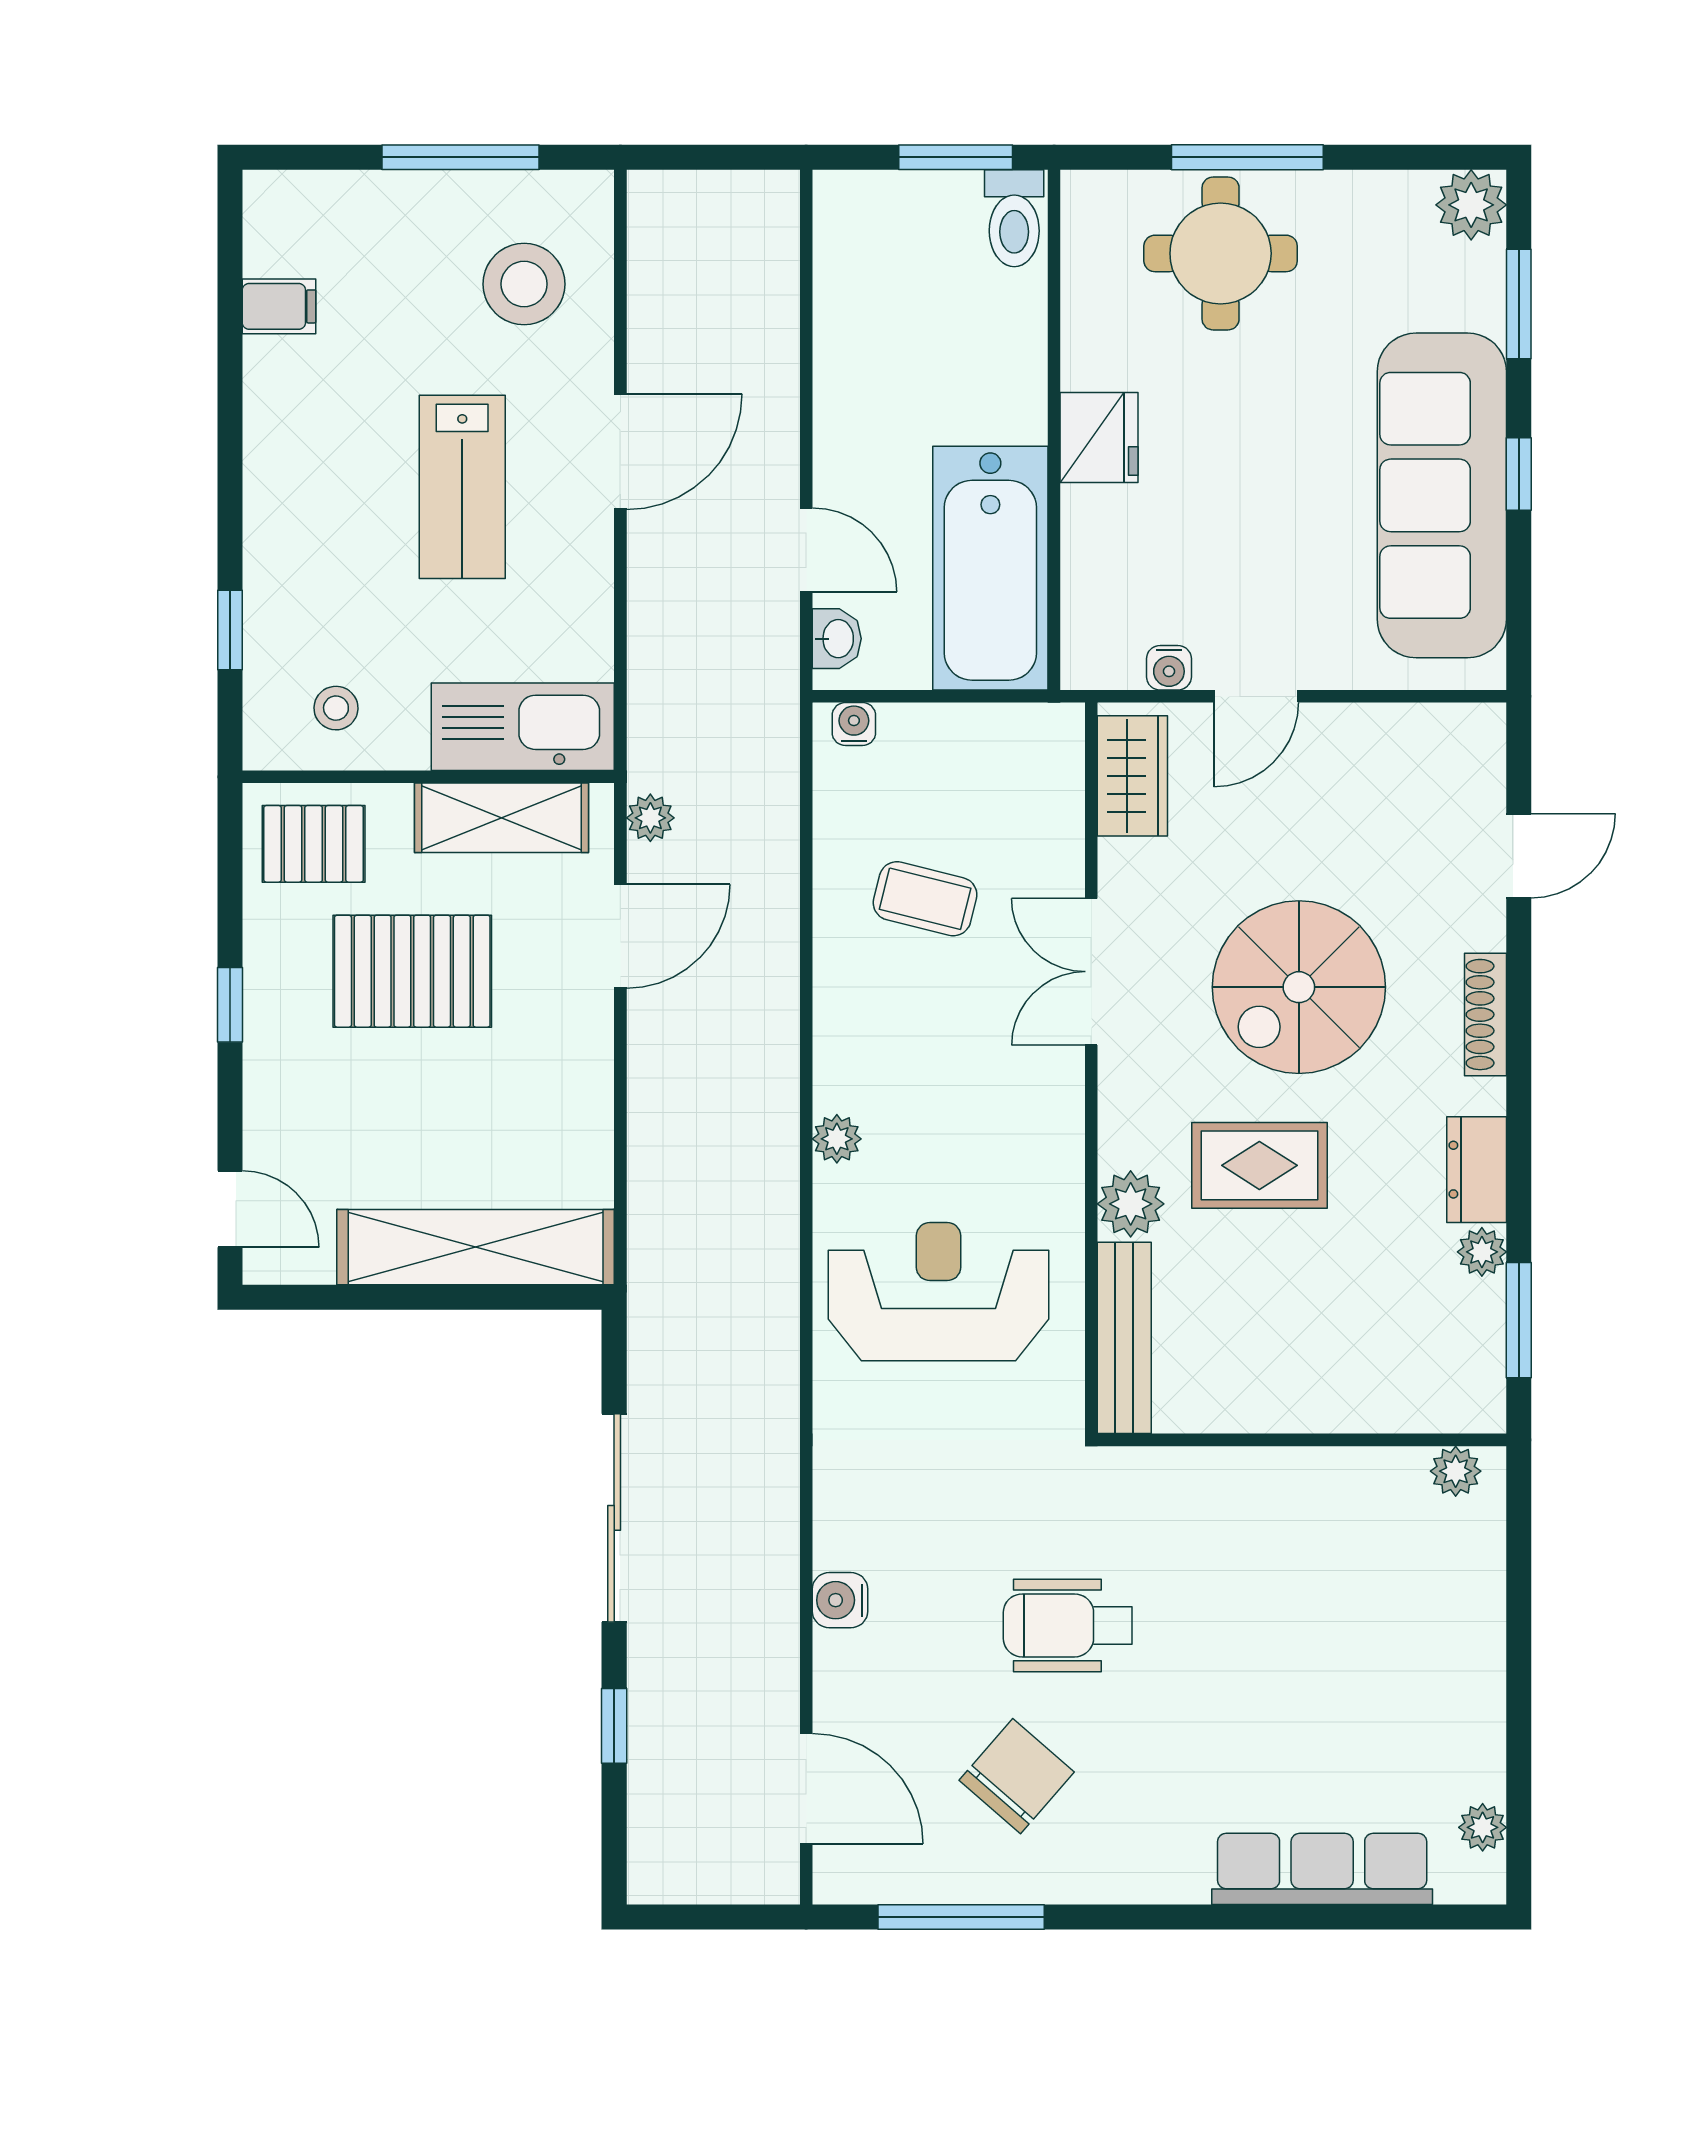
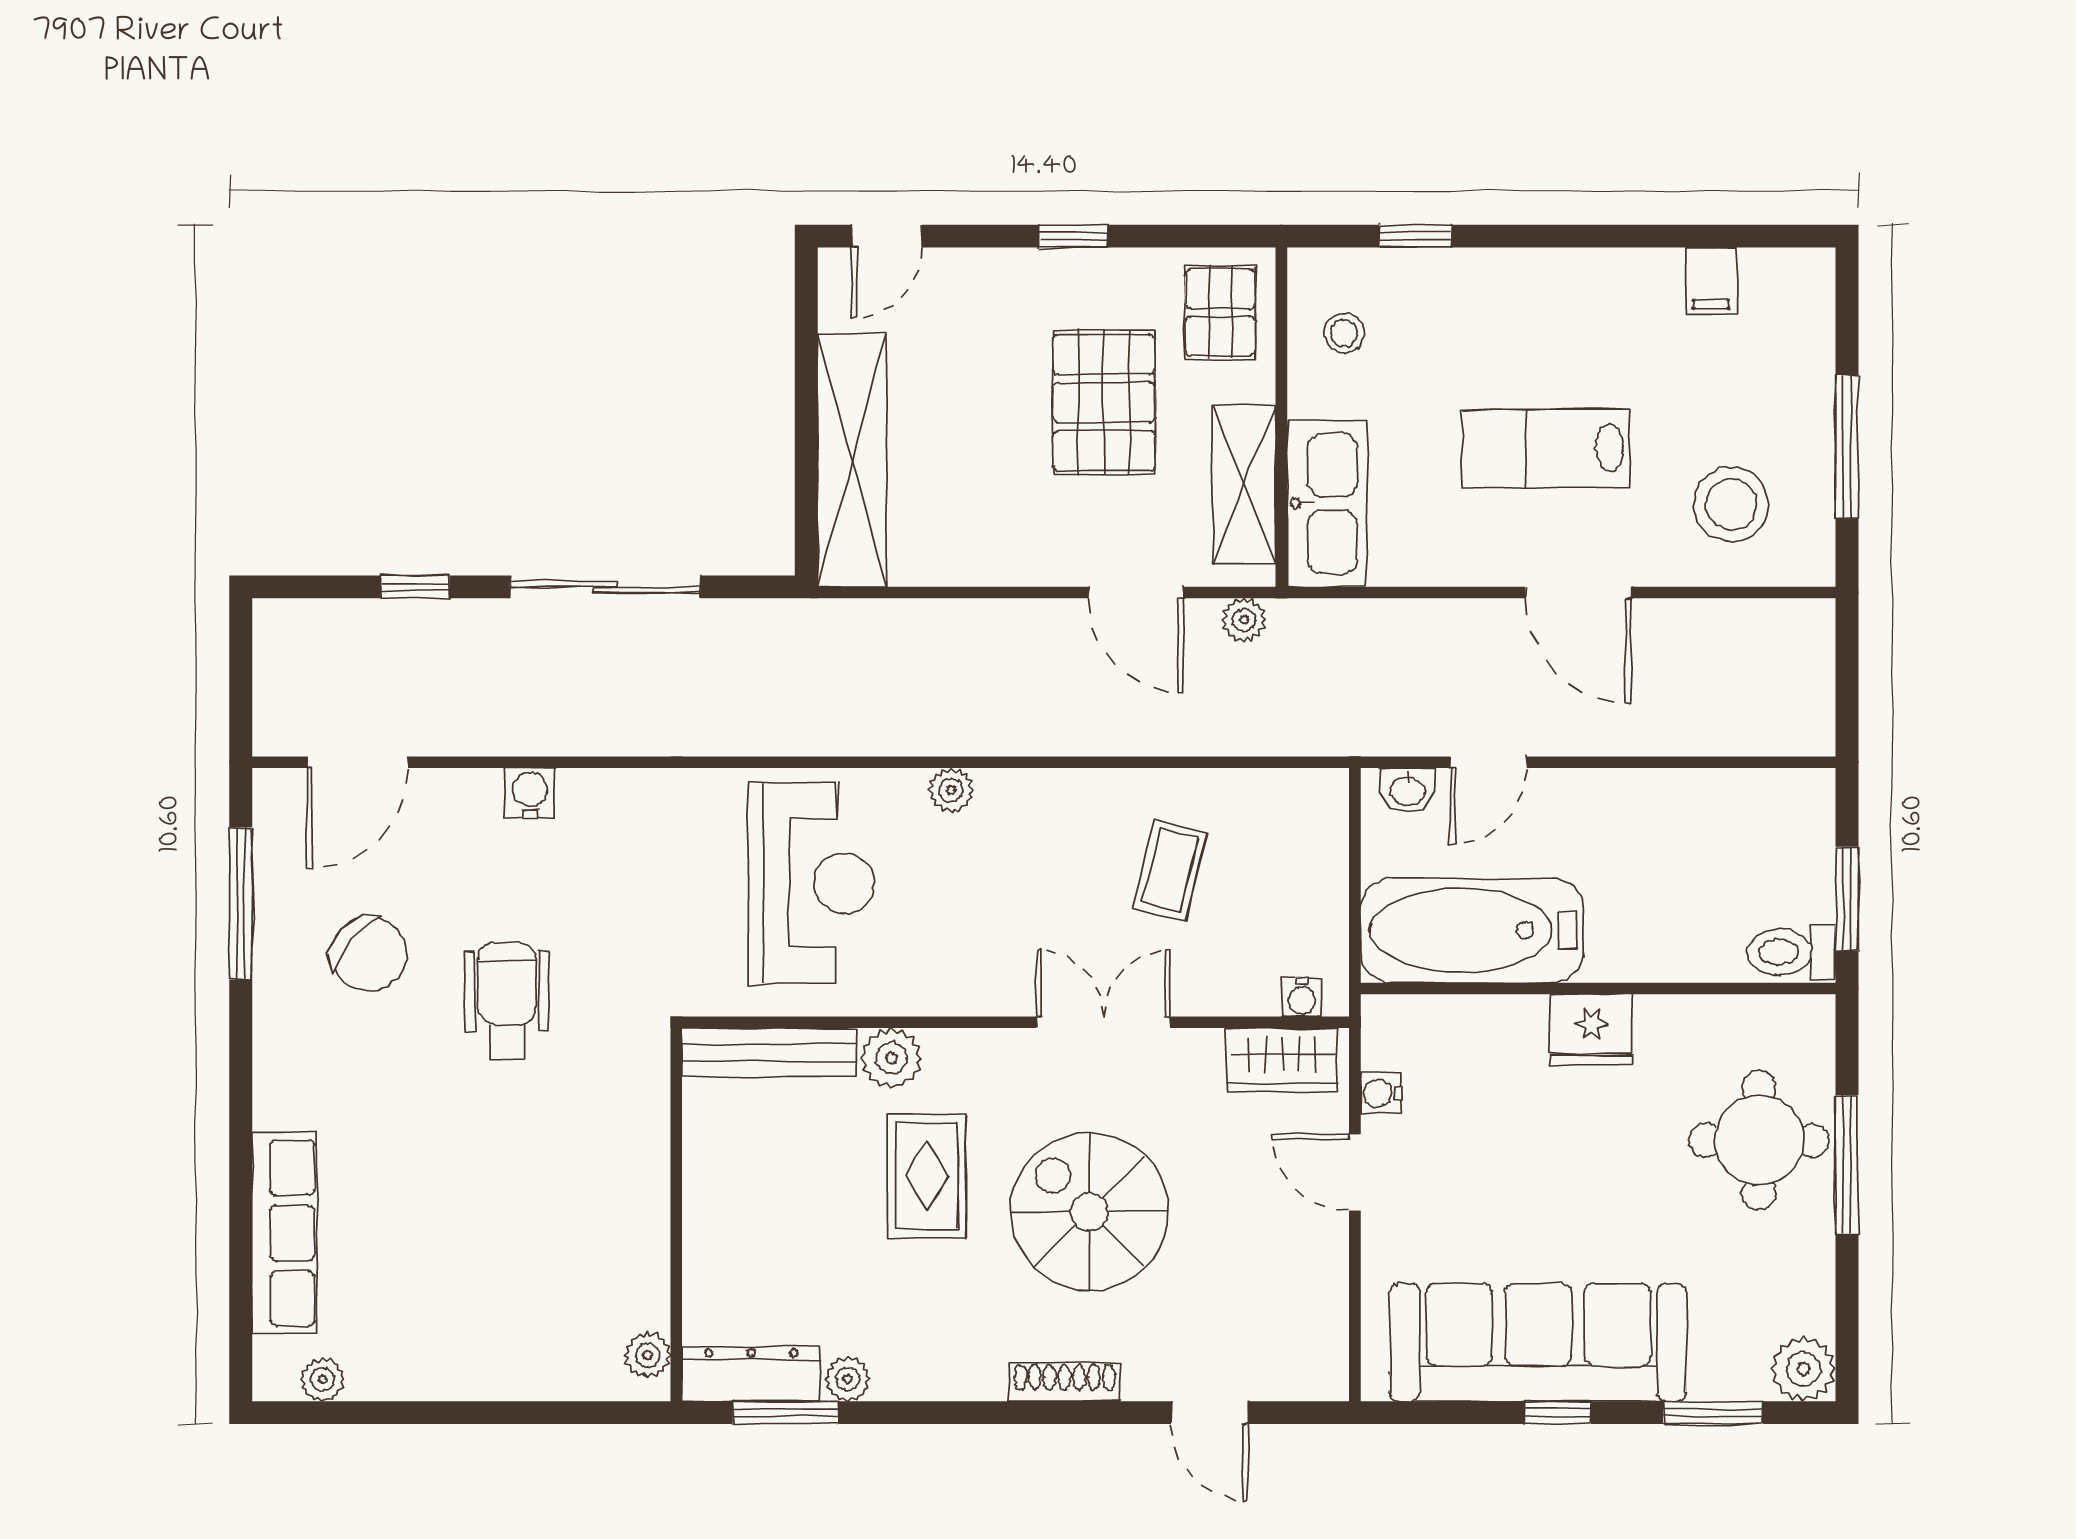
water cooler: (854, 724) -> (1302, 997), moved, turned 90
dresser: (1477, 1170) -> (751, 1374), moved, width x1.44

